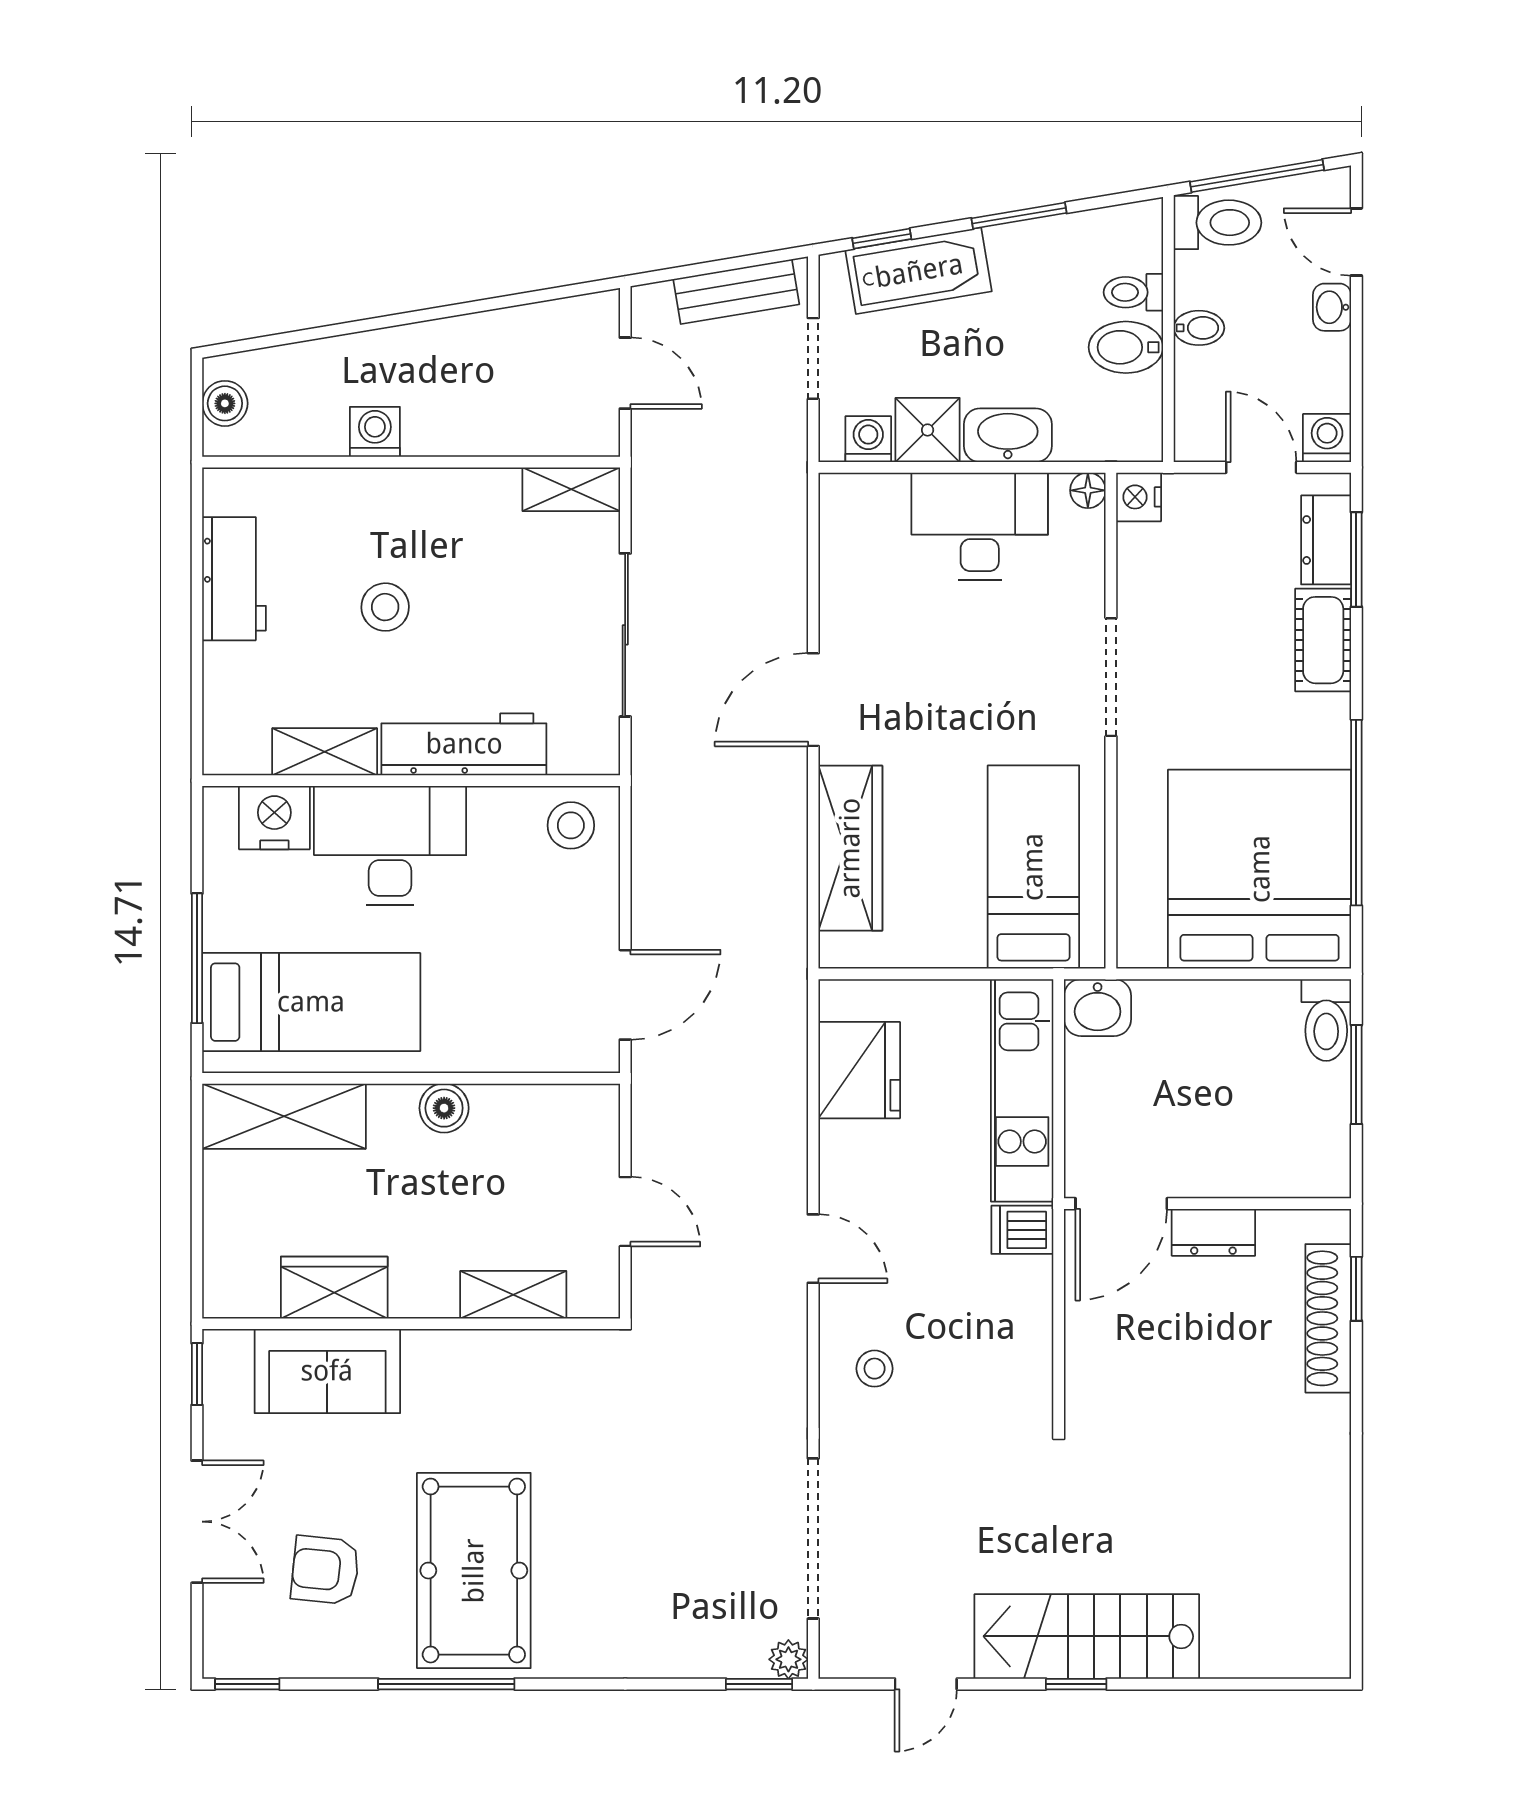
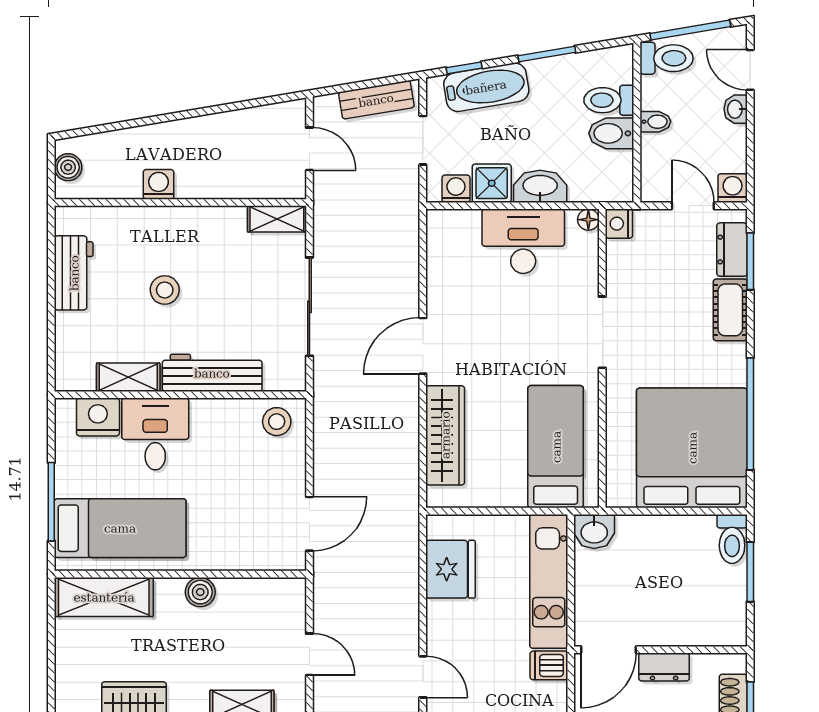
toilet: (1133, 292) -> (609, 100), width x1.37, depth x1.39
desk: (390, 846) -> (155, 434), width x0.73

